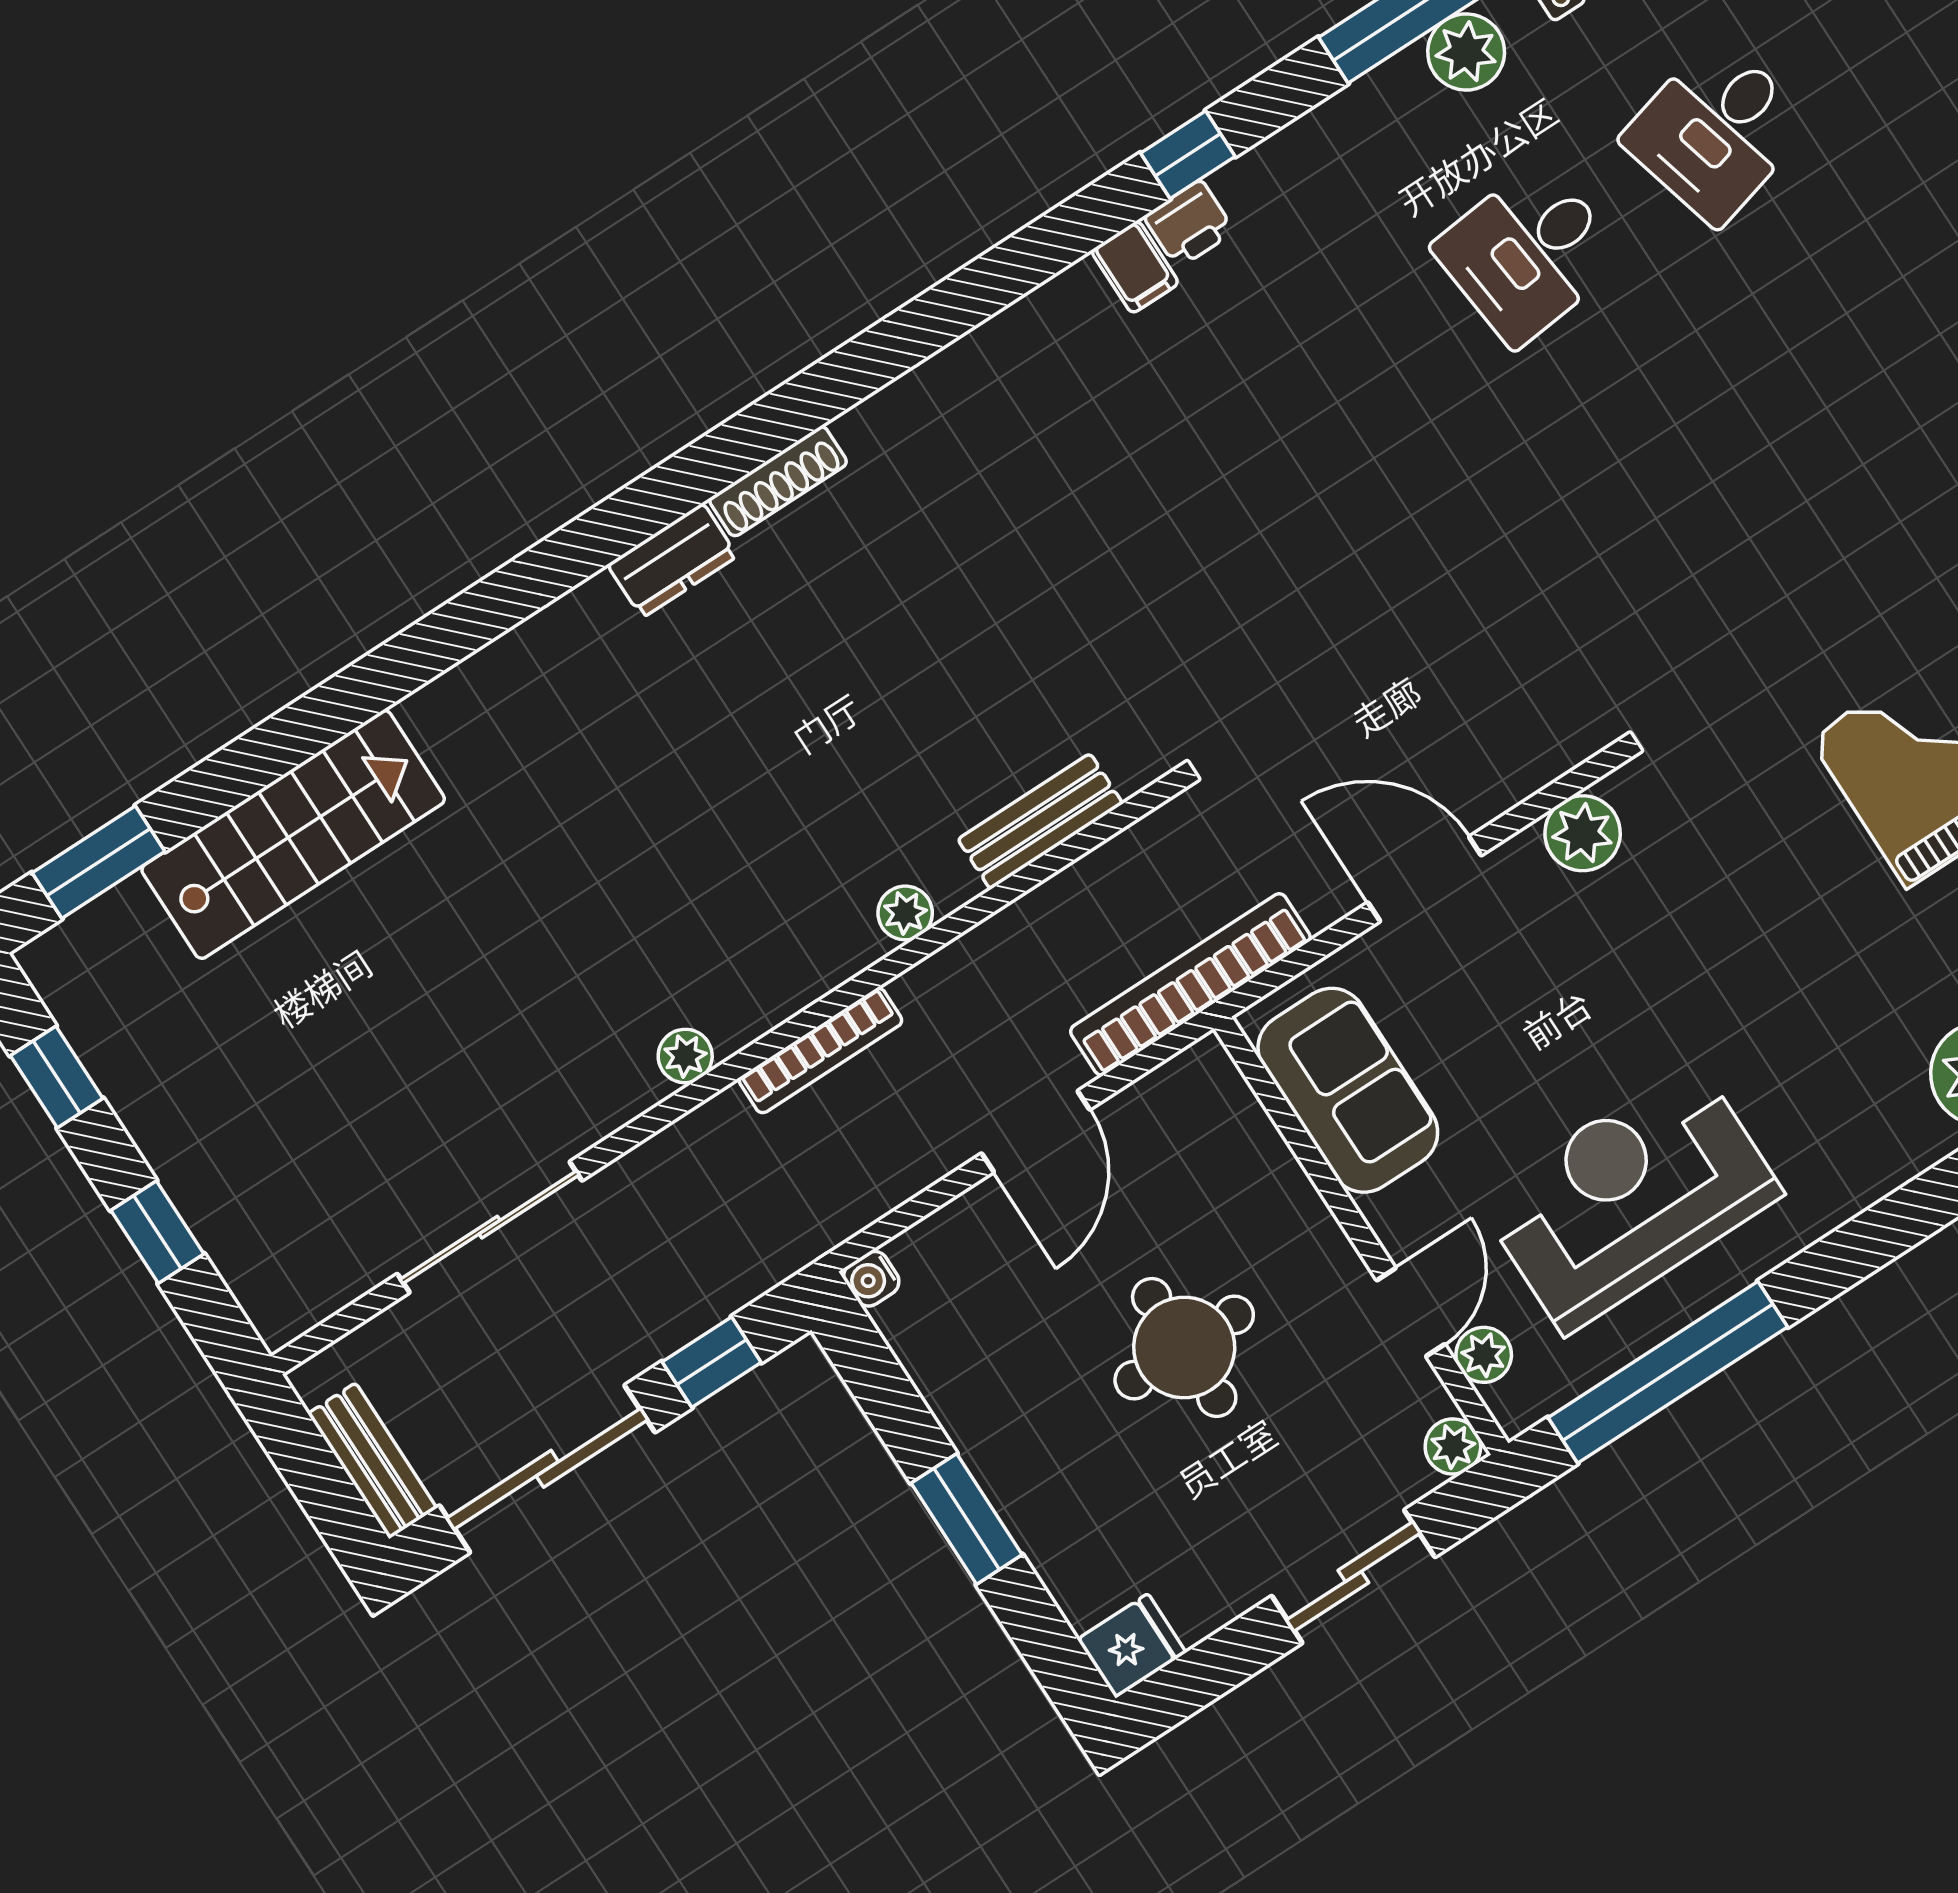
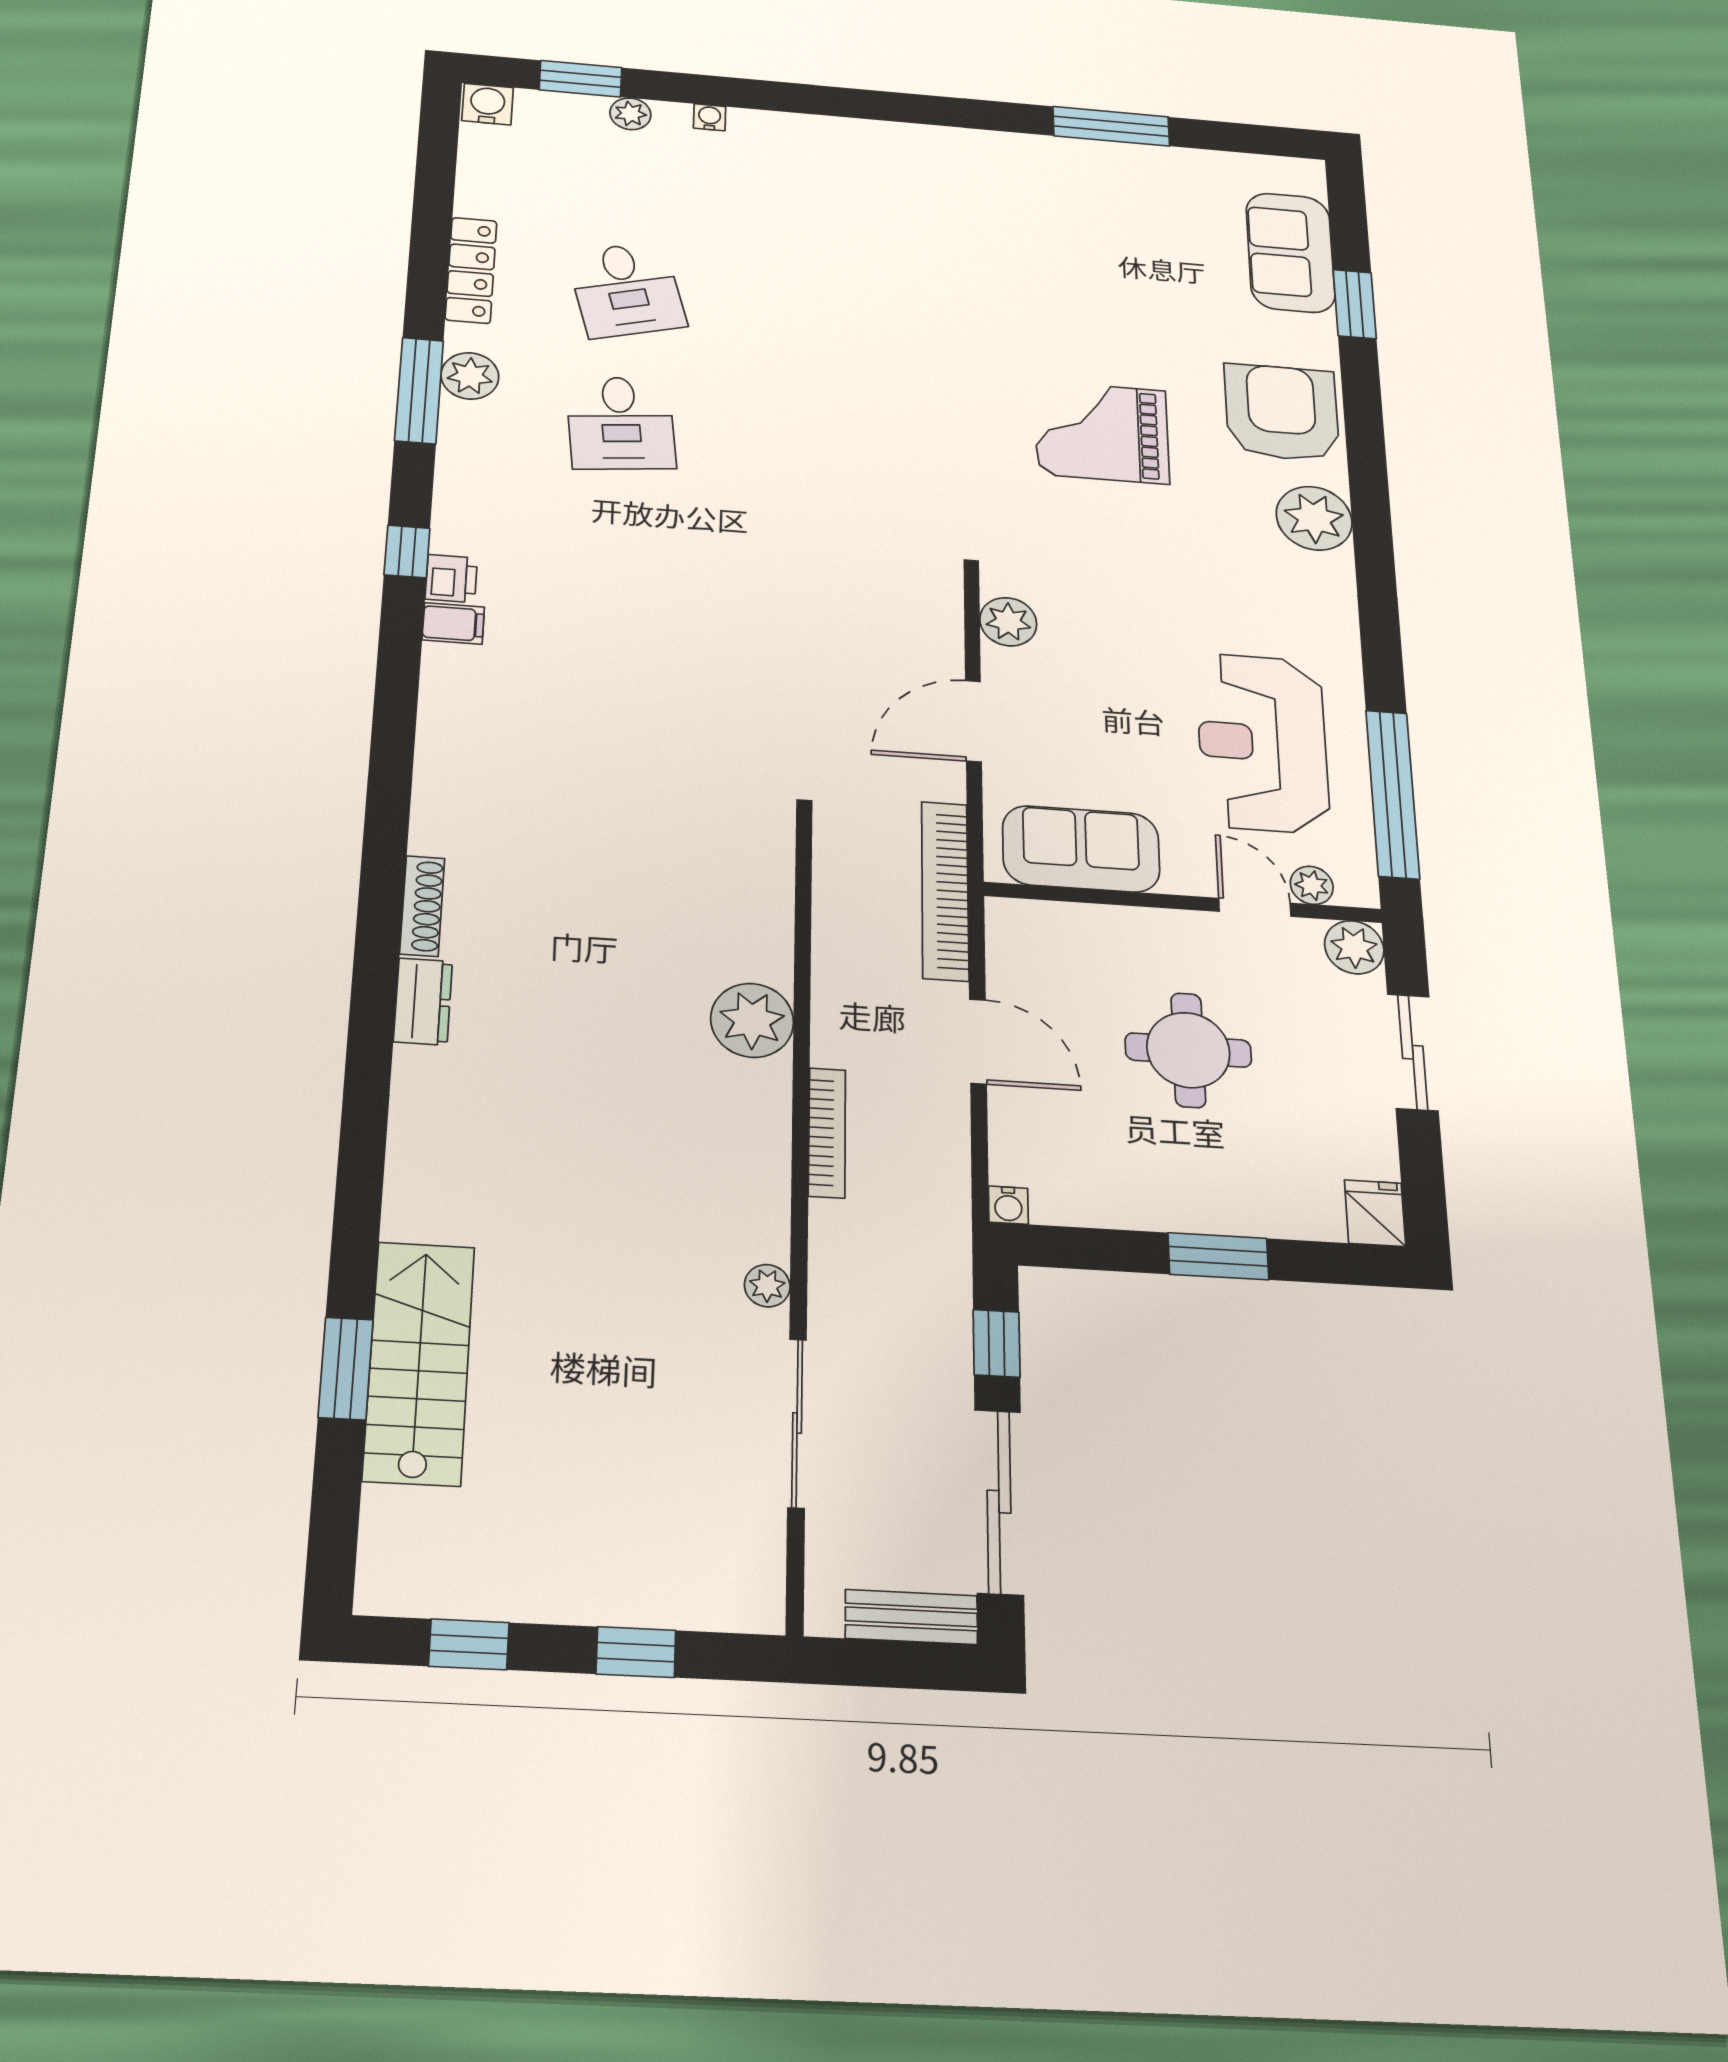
bench: (1040, 821) -> (771, 905), removed
window: (99, 862) -> (346, 1368), moved
plant: (905, 913) -> (752, 1020), width x1.88, depth x1.88
plant: (685, 1056) -> (767, 1286), moved
plant: (1453, 1446) -> (1354, 947), width x1.38, depth x1.38

